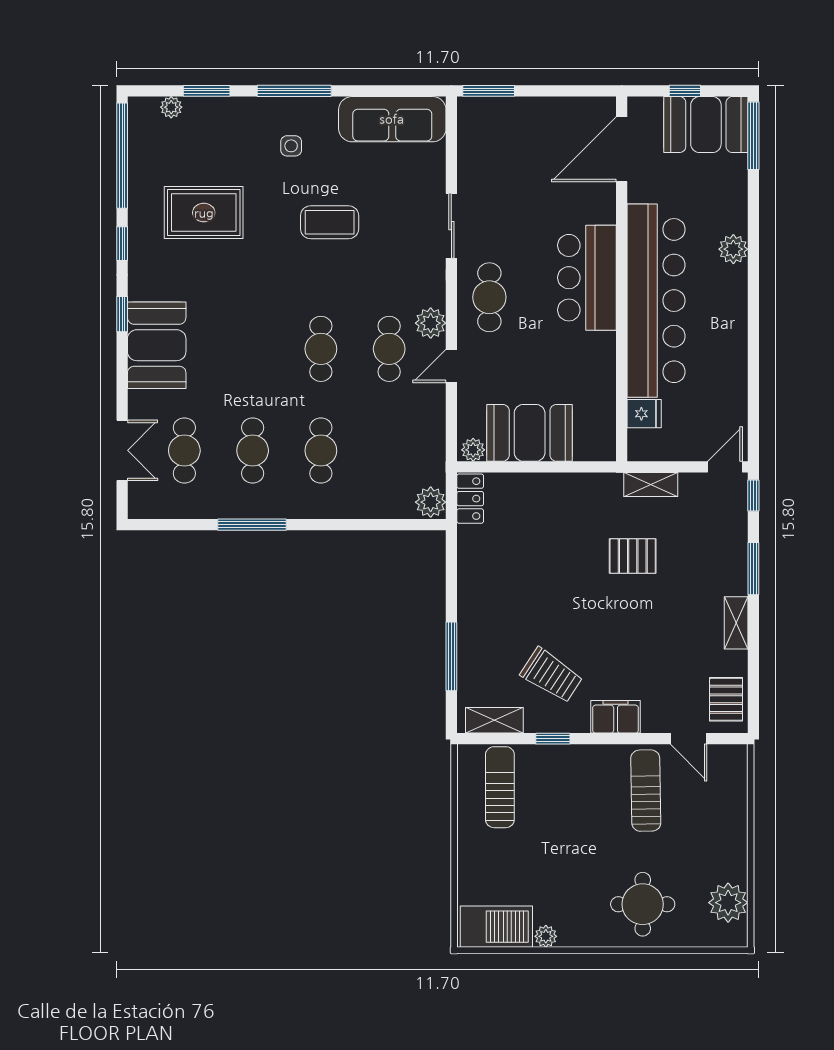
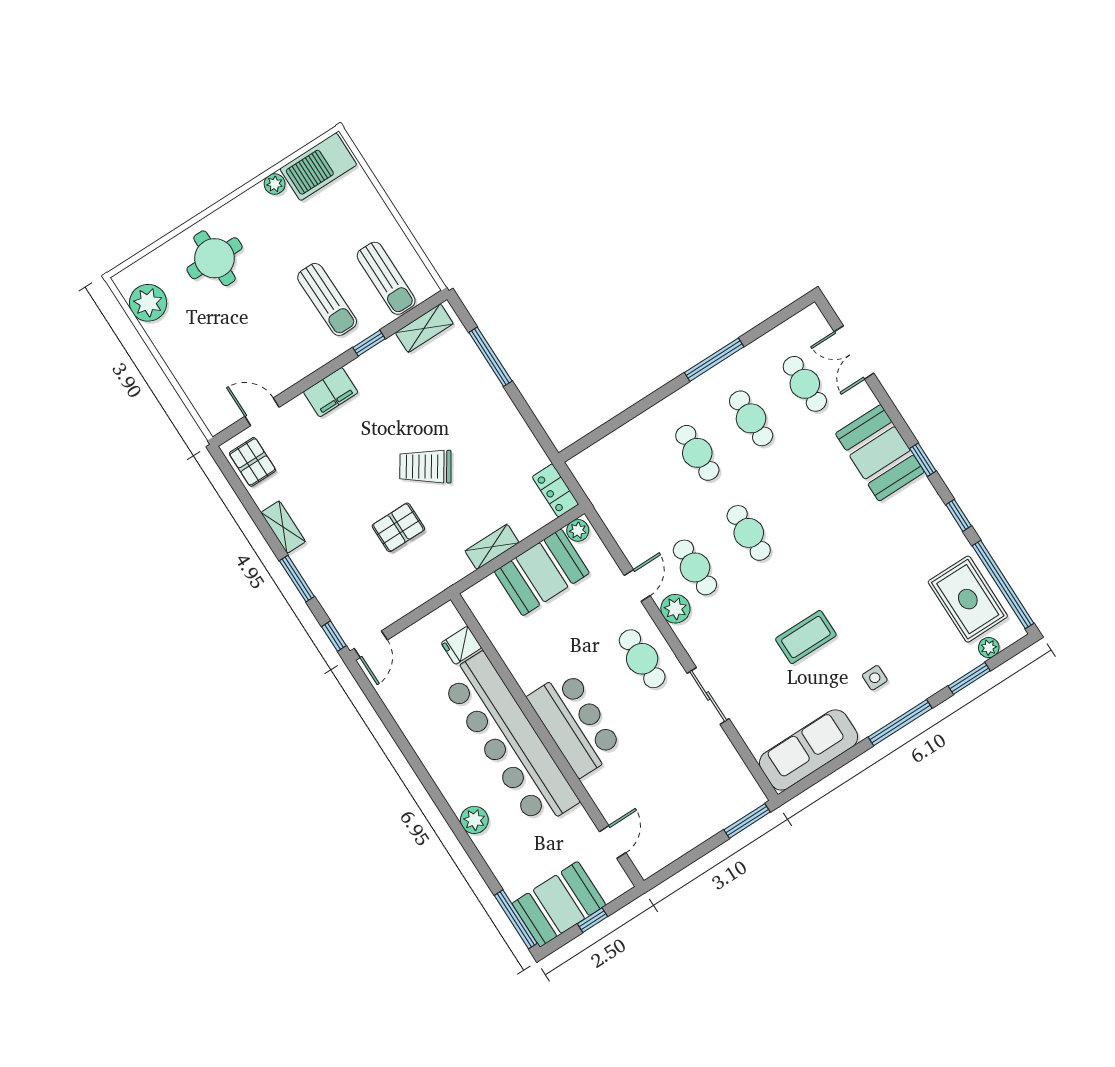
door: (622, 149) -> (613, 842), width x0.53
rug: (204, 213) -> (968, 599), moved, turned 90
shelving: (651, 485) -> (492, 547), moved
plant: (431, 502) -> (585, 468), removed
trolley: (552, 675) -> (425, 467), moved
sun lounger: (646, 791) -> (327, 299), moved

